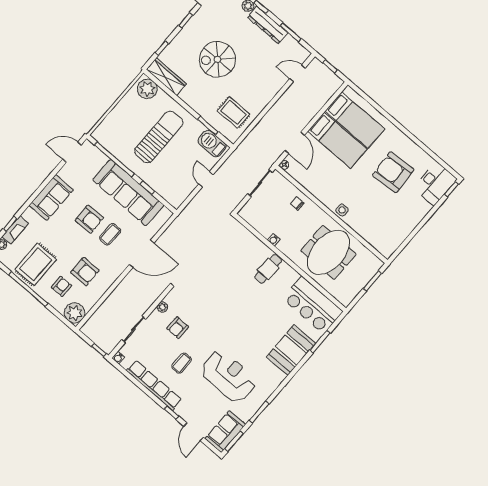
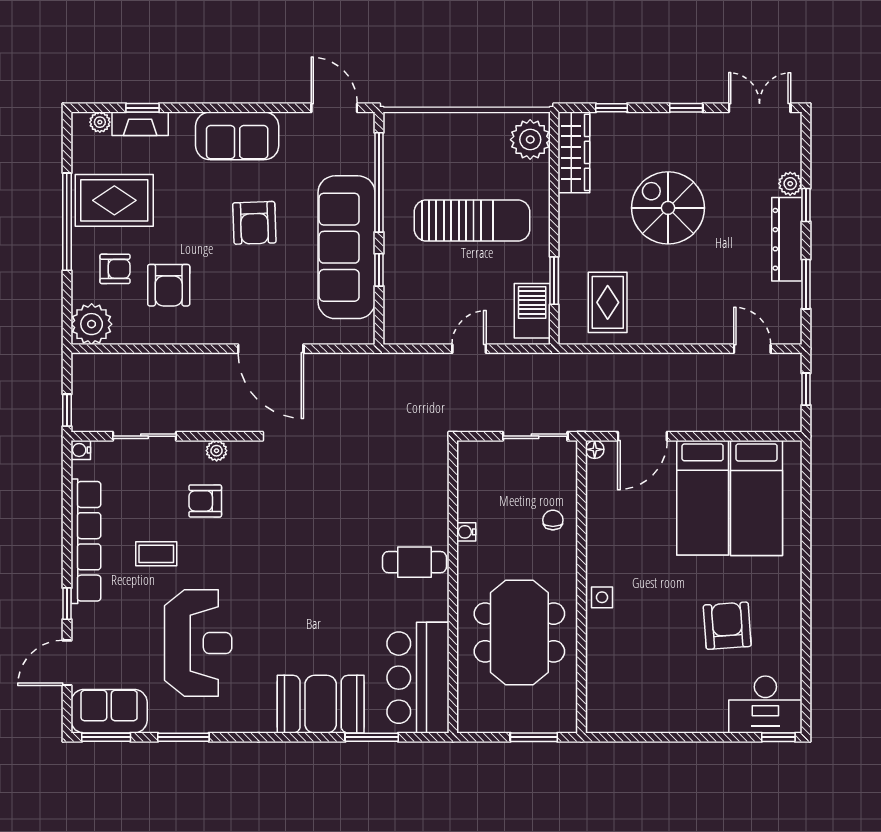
armchair: (393, 172) -> (727, 626), width x0.73, depth x0.73
coffee table: (110, 234) -> (259, 275), removed
meeting table: (329, 252) -> (519, 632), turned 90

